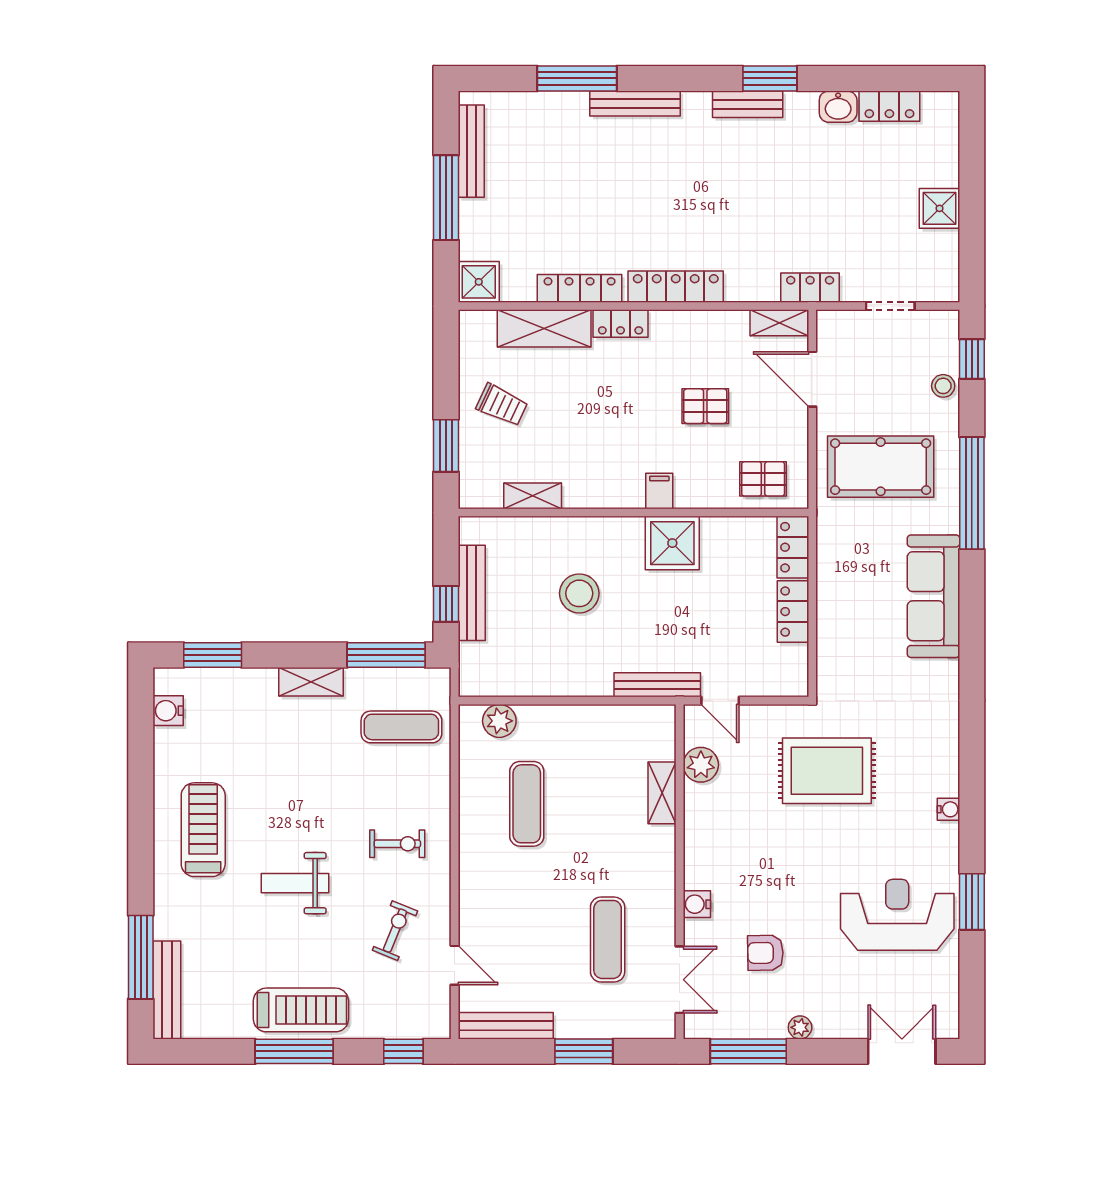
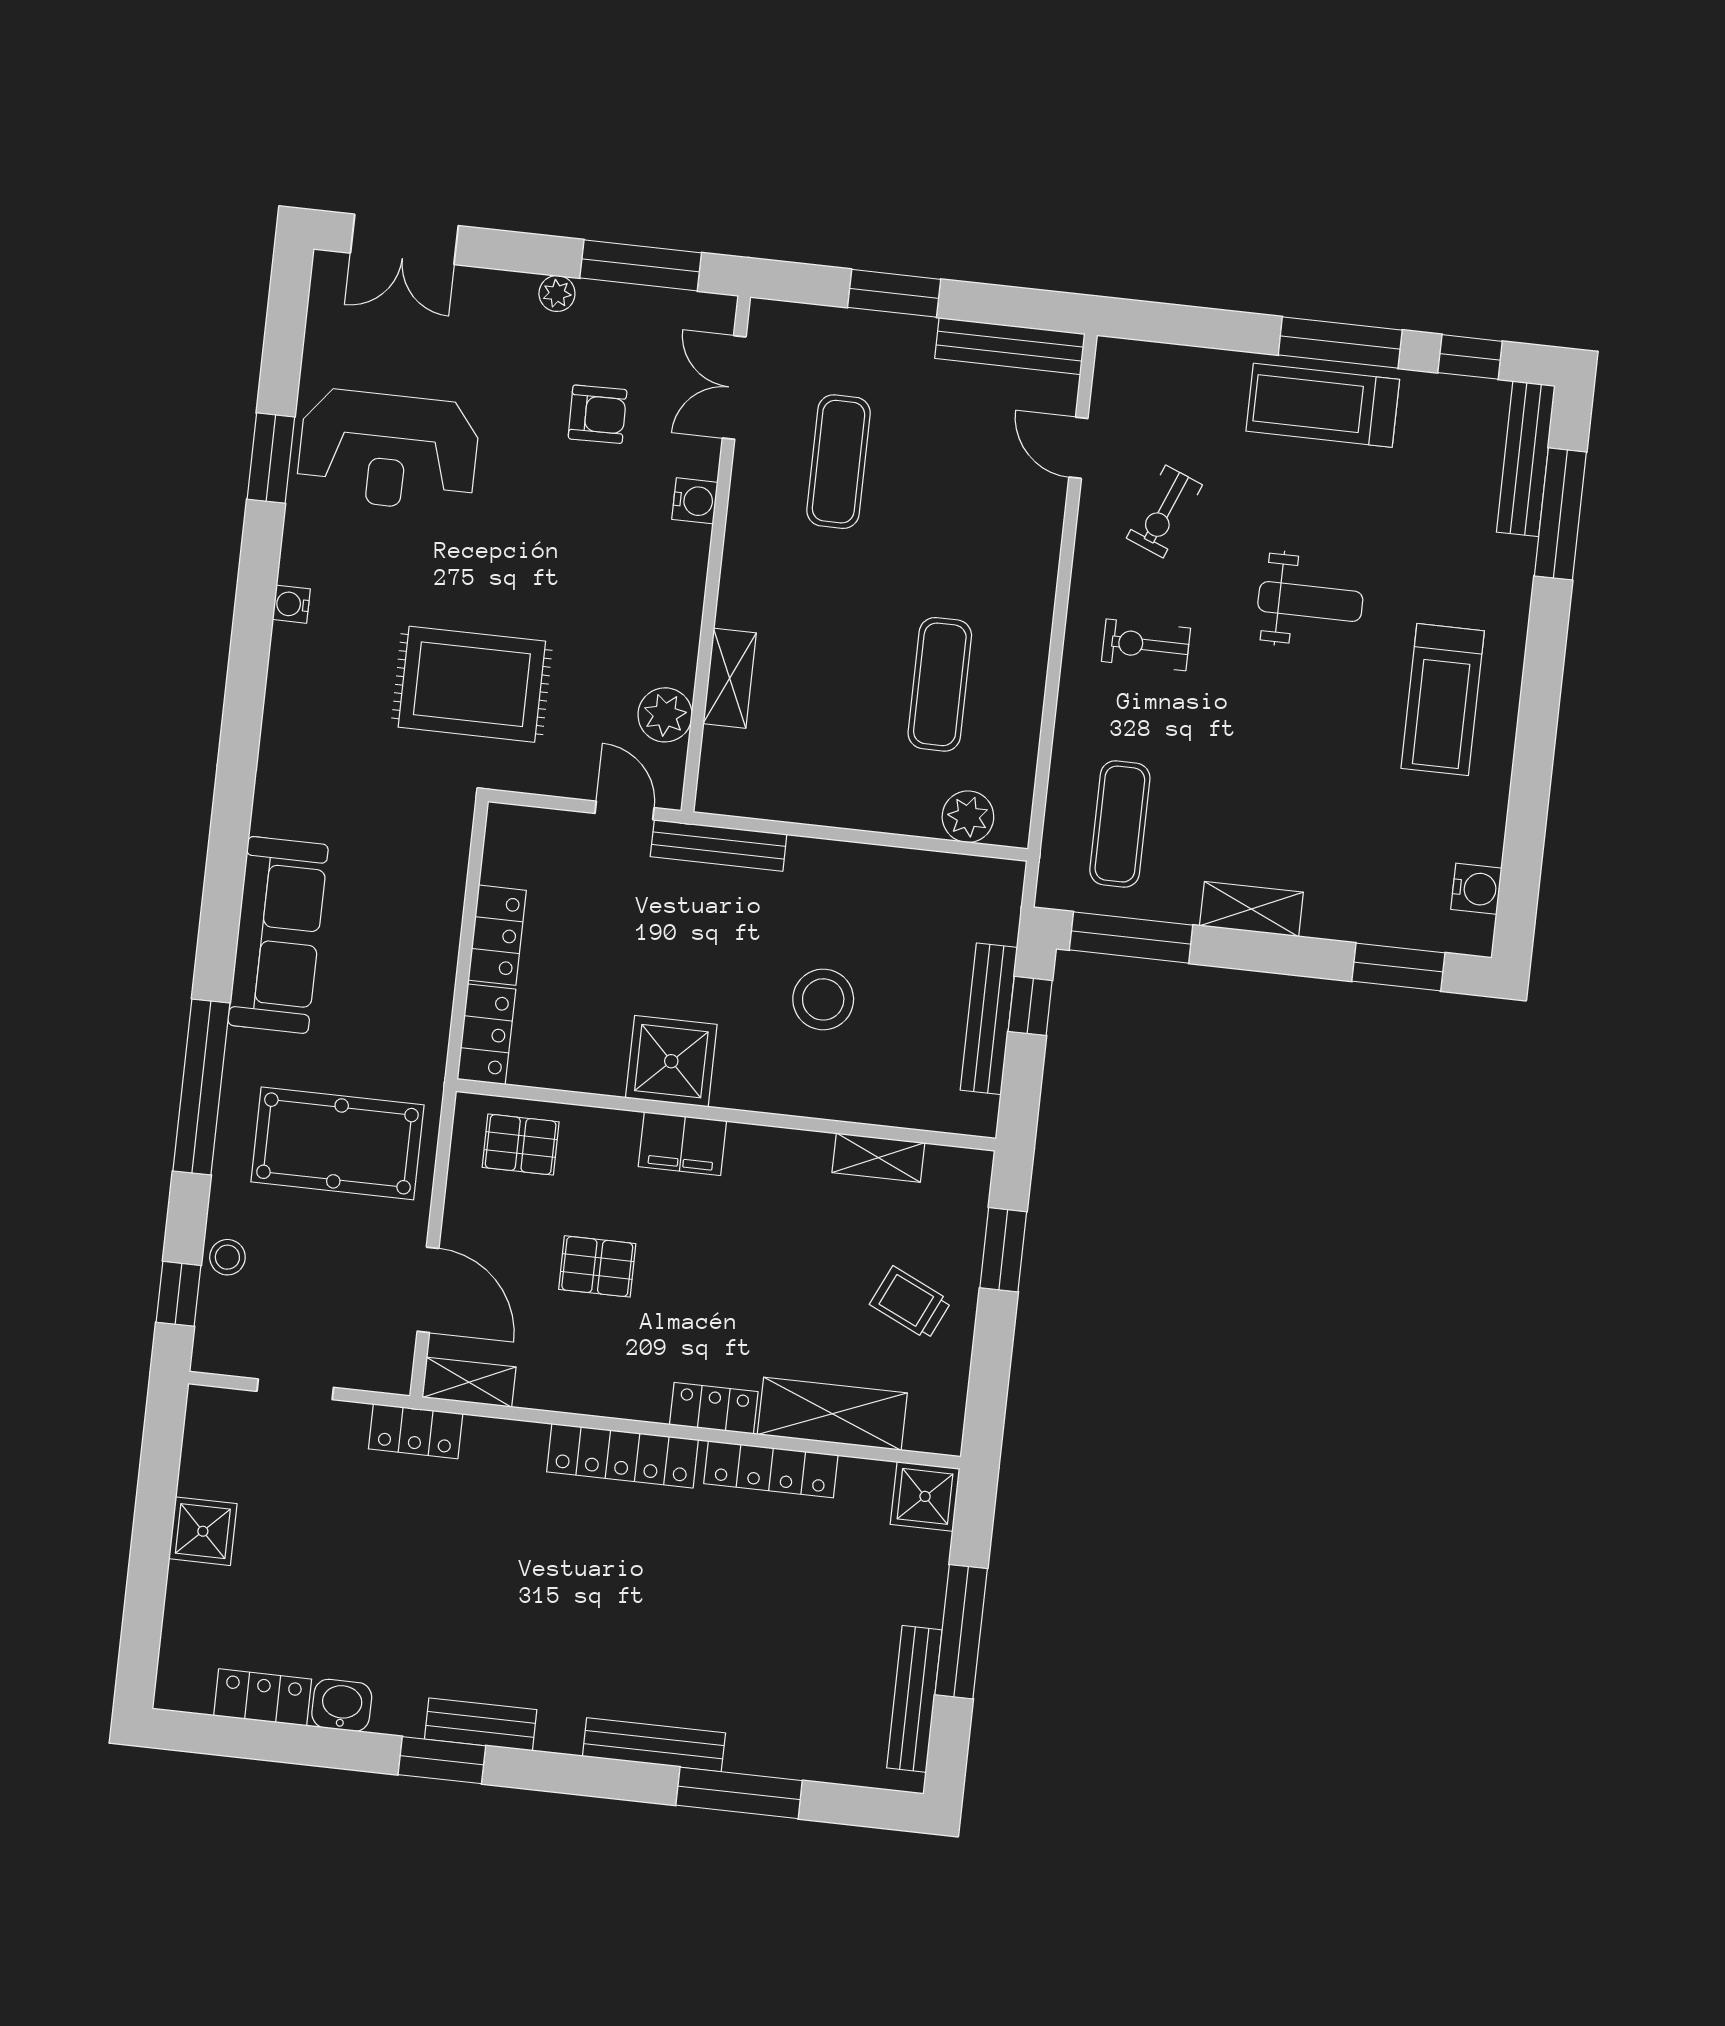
filing cabinet: (659, 491) -> (682, 1144), width x2.00
exercise mat: (401, 727) -> (1120, 824), turned 90
window: (403, 1051) -> (1470, 357), moved

